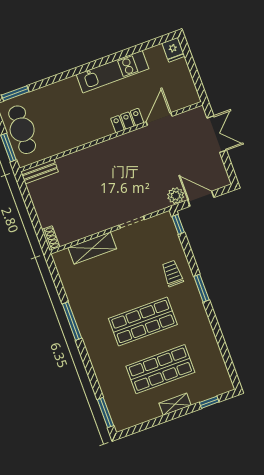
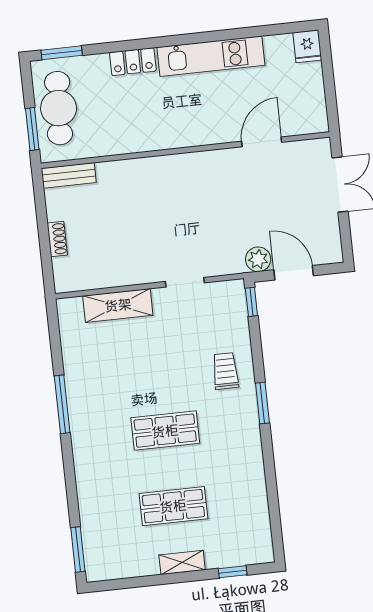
locker: (127, 121) -> (133, 62), moved, turned 180
shoe rack: (51, 238) -> (57, 239), moved
shop shelf: (143, 322) -> (165, 431), width x0.70, depth x0.74
shop shelf: (160, 369) -> (173, 506), width x0.70, depth x0.74

